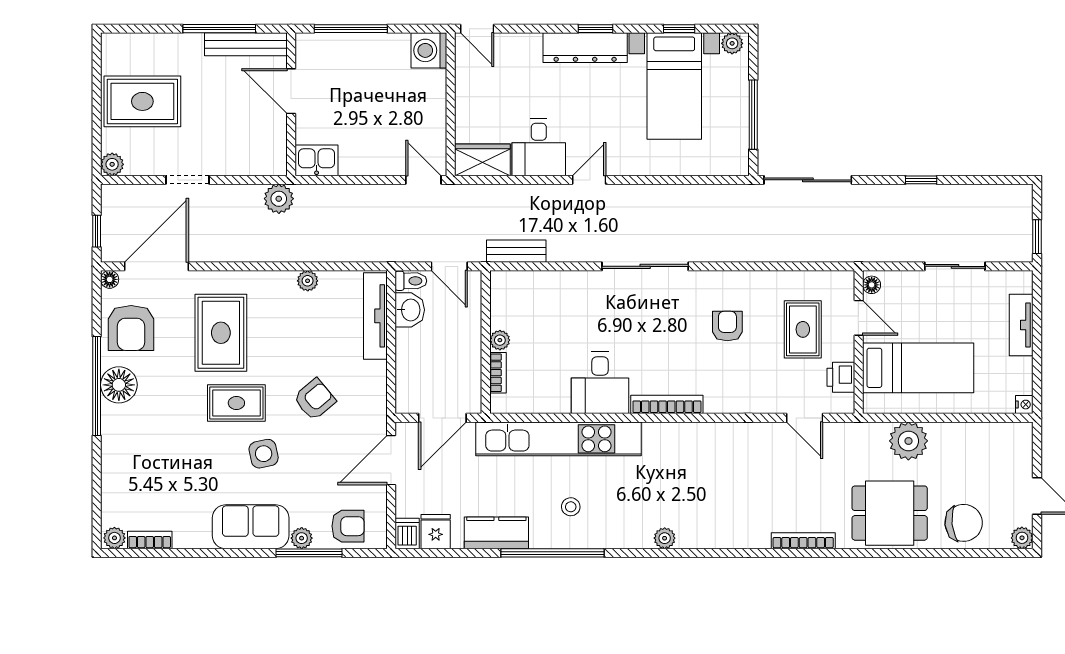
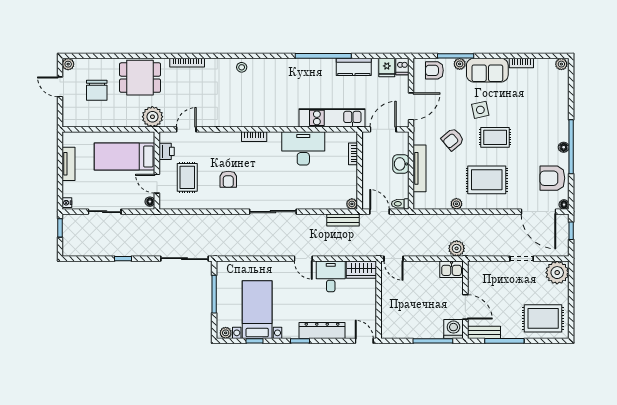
bench: (246, 44) -> (484, 332), width x0.73
dresser: (585, 48) -> (322, 331), moved
washing machine: (429, 50) -> (453, 329), moved, turned -90
rug: (142, 101) -> (543, 318), moved
plant: (112, 164) -> (557, 273), width x1.88, depth x1.88
door: (589, 180) -> (303, 259), hinge flipped
plant: (279, 199) -> (457, 248), moved
door: (157, 266) -> (538, 212), hinge flipped
washbasin: (410, 310) -> (401, 164), moved
tv unit: (375, 316) -> (420, 168), moved
tv unit: (1021, 325) -> (69, 164), moved
armchair: (131, 328) -> (552, 178), turned -90
rug: (221, 333) -> (487, 180), moved, turned 90
plant: (500, 340) -> (352, 204), moved
desk: (600, 383) -> (303, 148), width x1.37
floor lamp: (119, 385) -> (564, 147), width x0.53, depth x0.53
bookcase: (667, 404) -> (254, 137), width x0.64
nightstand: (1024, 405) -> (67, 203), moved
door: (805, 418) -> (186, 129), hinge flipped
kitchen unit: (559, 439) -> (332, 118), width x0.73
plant: (908, 441) -> (152, 117), moved
stool: (571, 507) -> (242, 67), moved
chair: (964, 523) -> (97, 90), moved, turned -84
plant: (665, 538) -> (262, 64), removed
bookcase: (150, 540) -> (521, 63), moved

